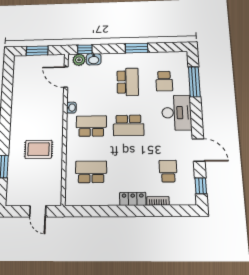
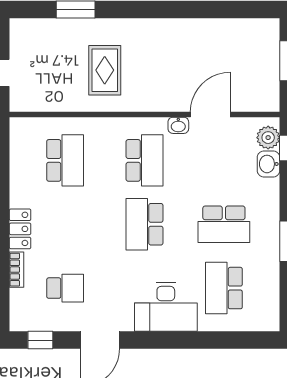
door: (66, 77) -> (210, 114), moved
school desk: (164, 81) -> (224, 288), width x1.85
window: (194, 82) -> (221, 340), removed

